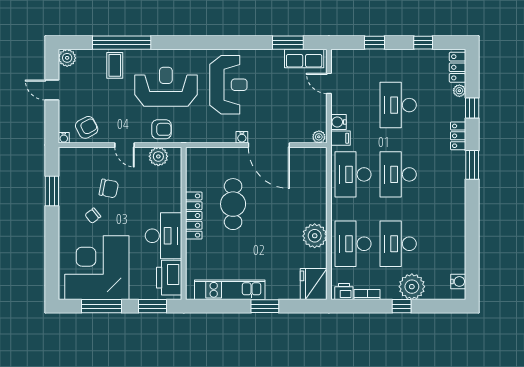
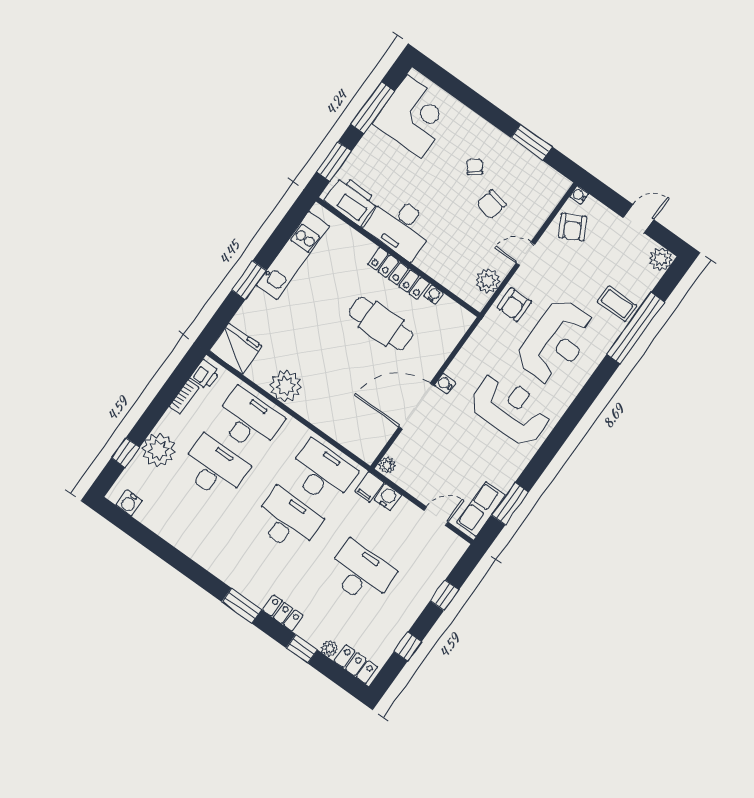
reception desk: (228, 85) -> (510, 409), turned 180
water cooler: (191, 184) -> (434, 295), added
corner desk: (97, 268) -> (414, 116), width x0.74, depth x0.74
window: (402, 306) -> (126, 453), moved

